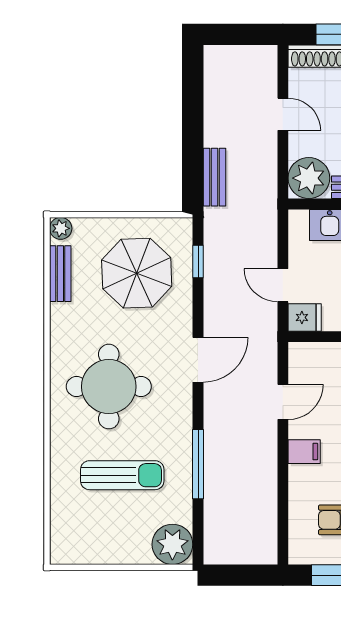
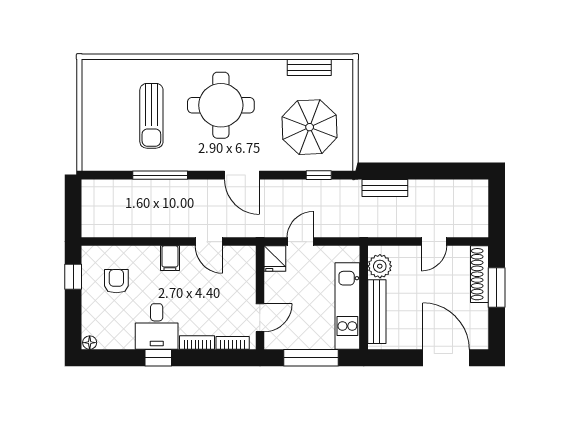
plant: (309, 178) -> (380, 266), width x0.73, depth x0.73
plant: (61, 228) -> (345, 68), removed
plant: (172, 544) -> (97, 155), removed

